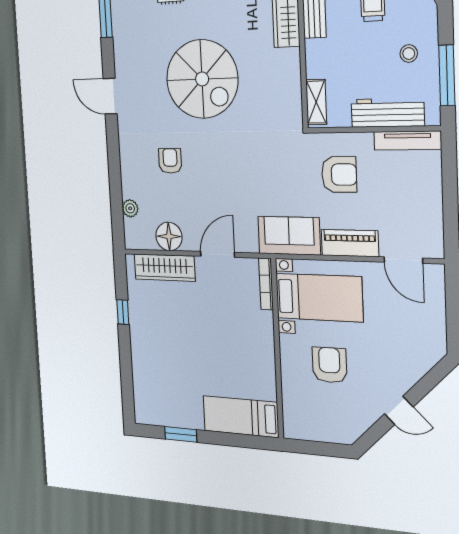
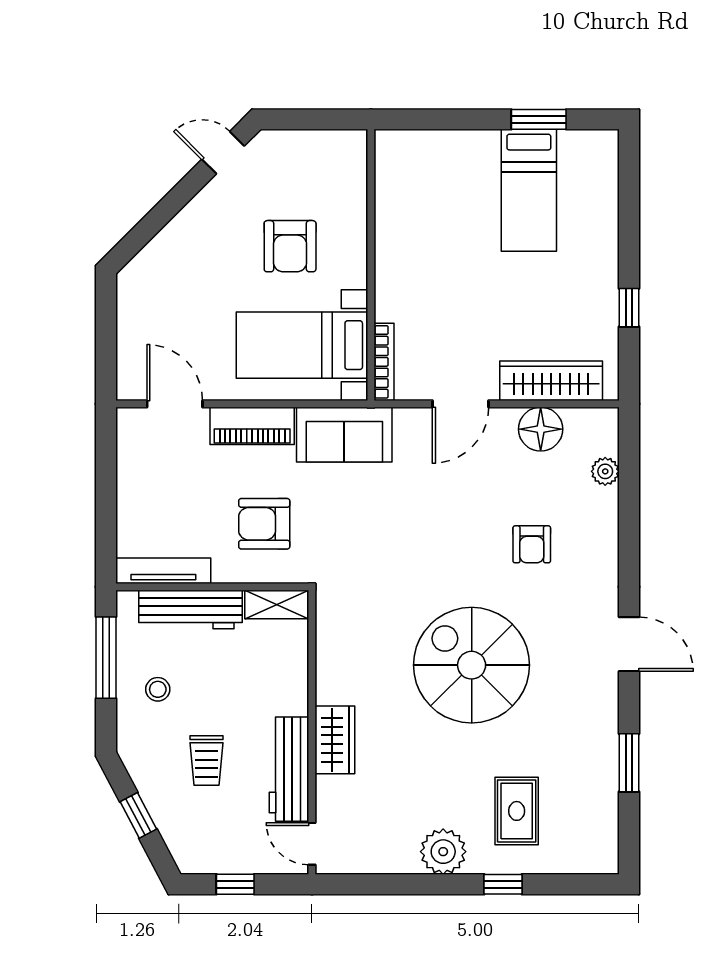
shelving: (316, 102) -> (277, 604), moved, turned 90
door: (399, 410) -> (223, 153), moved
bed: (241, 417) -> (529, 190), moved, turned 90

